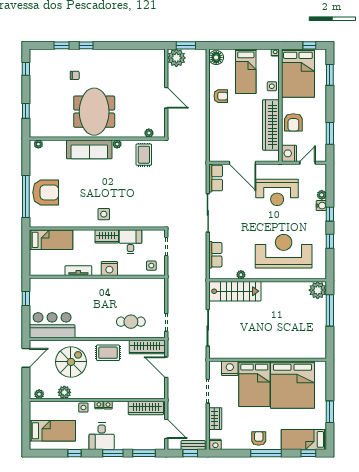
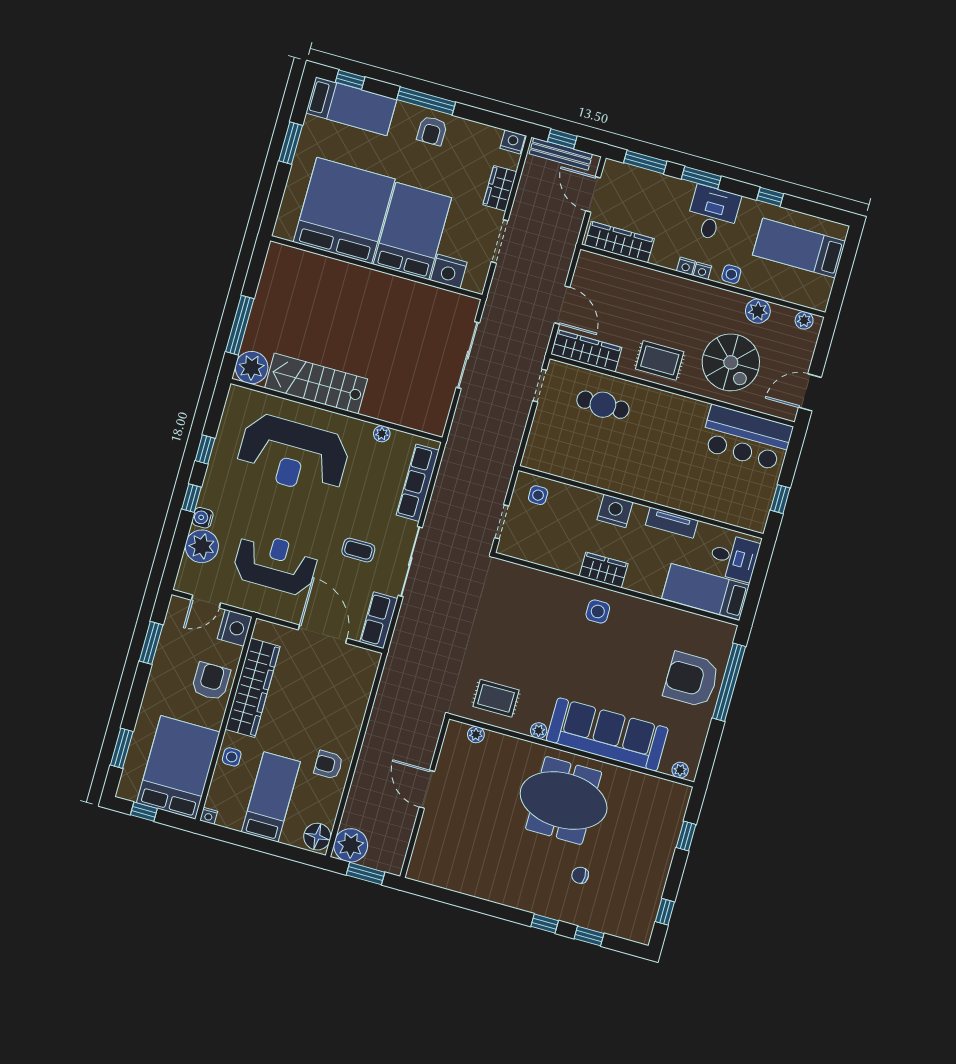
plant: (176, 58) -> (351, 845), moved
meeting table: (94, 112) -> (564, 801), turned 90
sofa: (89, 149) -> (607, 734), width x1.36, depth x1.27
rug: (144, 155) -> (496, 698), turned 90
plant: (322, 195) -> (202, 546), width x1.88, depth x1.88
coffee table: (236, 211) -> (358, 550), added
desk: (130, 242) -> (734, 558), moved, turned -90
row of seats: (215, 255) -> (418, 483), width x1.48
stairs: (235, 291) -> (316, 383), moved
spiral stairs: (71, 362) -> (731, 362), turned -90
bench: (193, 445) -> (561, 154), width x1.36

